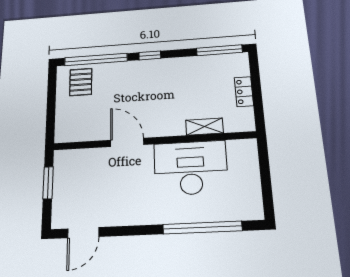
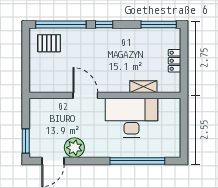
pallet: (81, 82) -> (49, 43), turned 90
window: (48, 183) -> (26, 141), moved
plant: (113, 213) -> (74, 148), added

